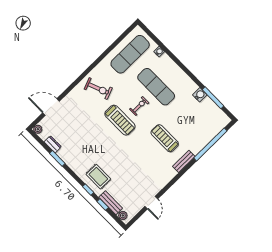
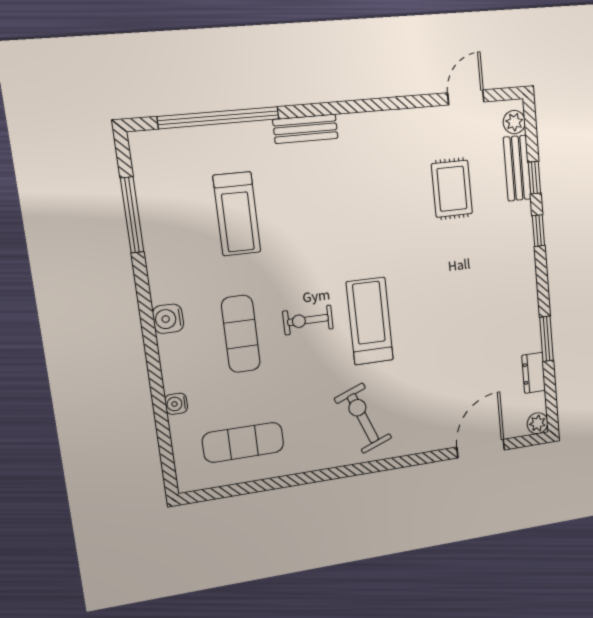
exercise mat: (130, 54) -> (243, 442), width x0.73, depth x0.69
exercise mat: (156, 87) -> (241, 334), width x0.73, depth x0.69
water cooler: (200, 95) -> (168, 319), moved
door: (51, 107) -> (481, 449), swing flipped
treadmill: (165, 138) -> (237, 214), moved
rug: (98, 177) -> (452, 189), moved
door: (151, 203) -> (466, 97), moved

